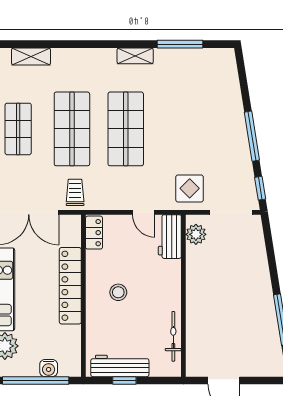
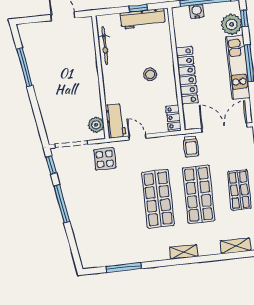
shelving: (135, 56) -> (184, 252), moved

